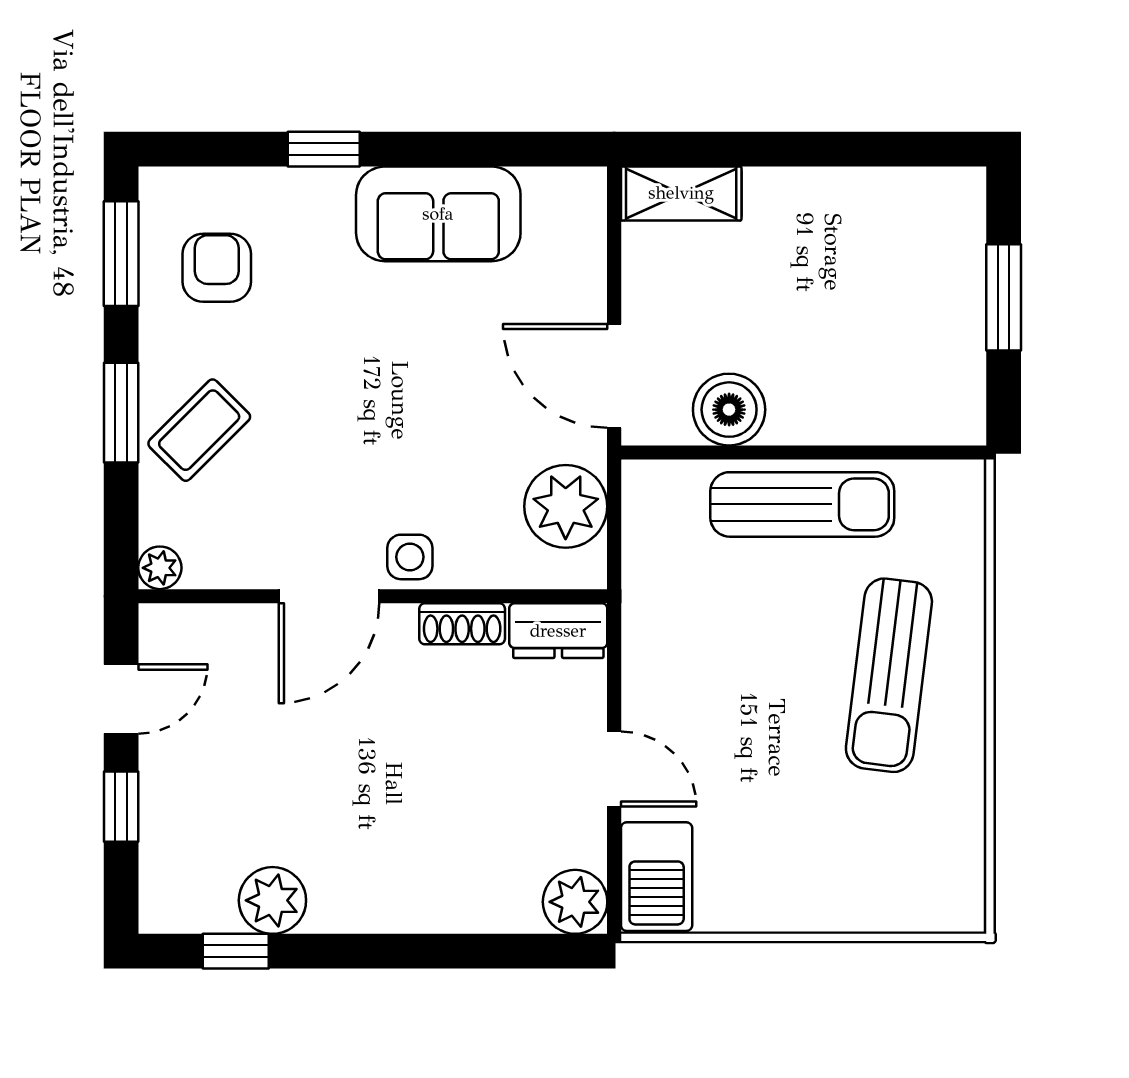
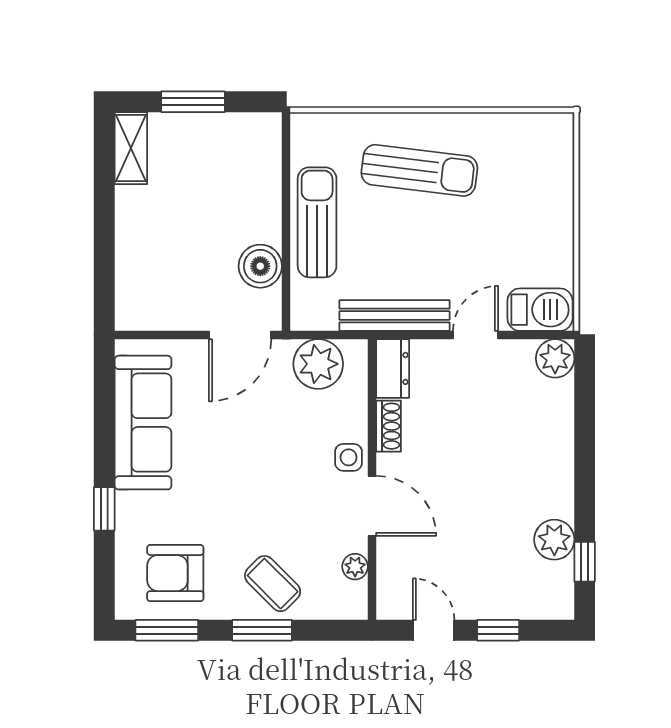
shelving: (681, 193) -> (131, 148), moved
sofa: (438, 214) -> (143, 423), width x1.36
armchair: (217, 268) -> (175, 573), width x1.38, depth x1.38
plant: (160, 568) -> (355, 567), moved
bench: (647, 634) -> (395, 315), added

